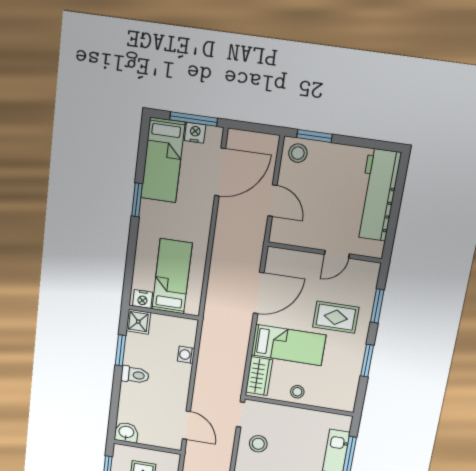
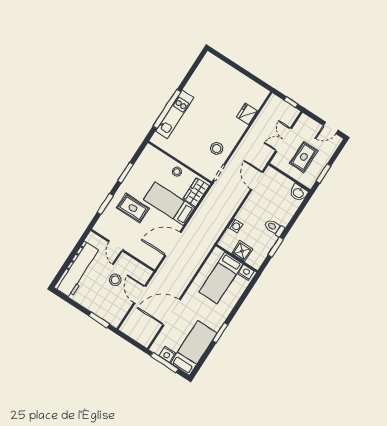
stool: (298, 153) -> (115, 280), moved
door: (220, 172) -> (171, 312), moved
door: (337, 254) -> (116, 246), swing flipped
shower: (138, 322) -> (242, 251), moved

